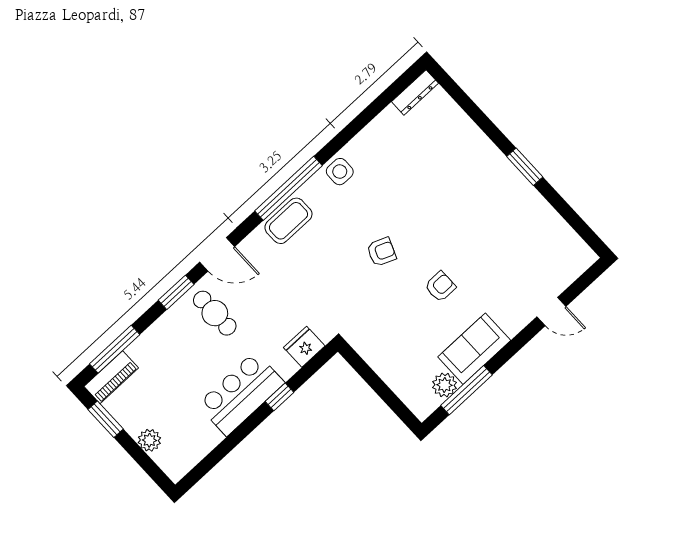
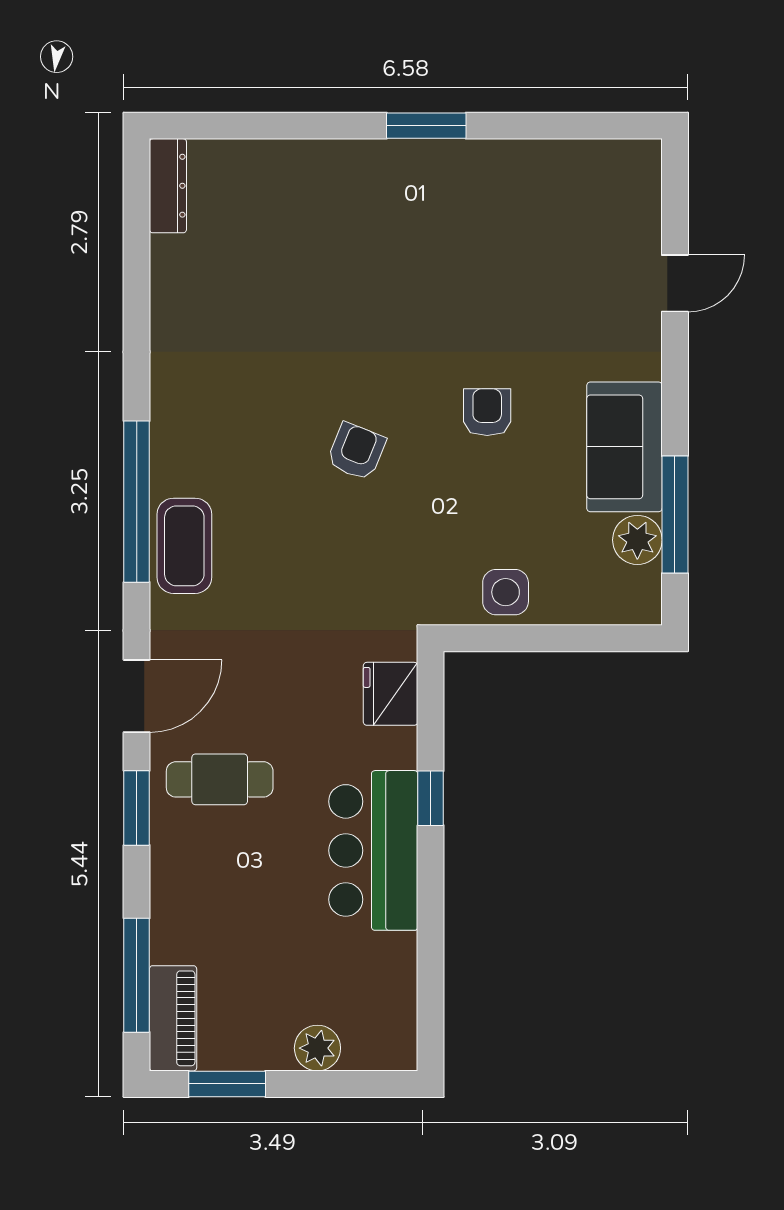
side table: (340, 172) -> (506, 592), moved

